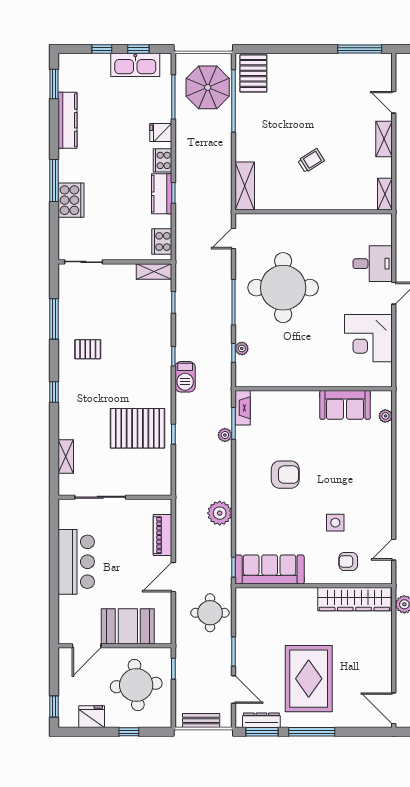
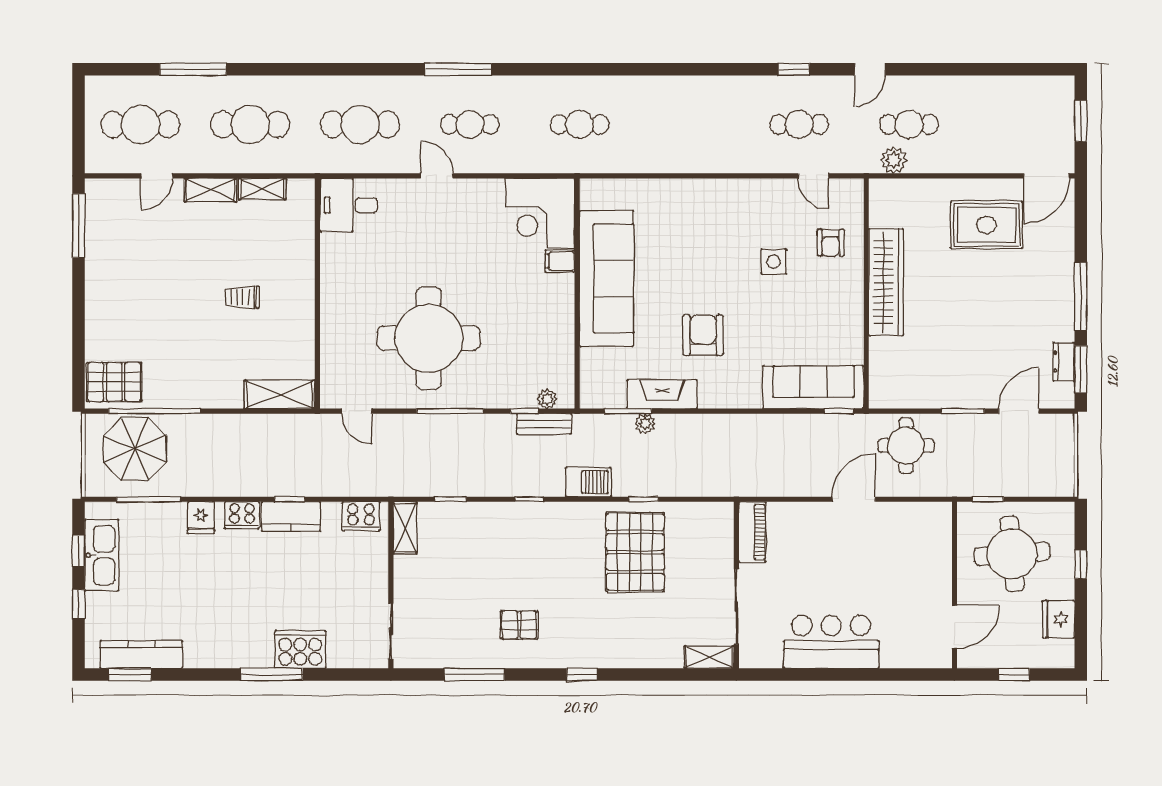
kitchen counter: (68, 120) -> (141, 655), moved
trolley: (311, 161) -> (242, 297), turned -58
shelving: (385, 194) -> (262, 189), moved
desk: (373, 264) -> (348, 205), moved, turned -90
corner desk: (368, 338) -> (540, 213), moved, turned 90
plant: (242, 348) -> (547, 399), moved
pallet: (88, 349) -> (519, 625), turned 90
barbecue: (185, 377) -> (588, 482), moved
filing cabinet: (336, 377) -> (560, 261), added
sofa: (345, 405) -> (607, 279), width x1.85, depth x1.27
fireplace: (243, 408) -> (662, 394), moved, width x1.37, depth x1.32
plant: (385, 416) -> (617, 188), removed
shelving: (66, 456) -> (709, 657), moved
plant: (220, 513) -> (760, 431), removed
piano: (162, 535) -> (752, 532), moved, turned -90
sofa: (270, 569) -> (813, 387), moved, turned 90
door: (173, 577) -> (854, 499), swing flipped
wardrobe: (354, 599) -> (886, 282), moved
booth: (128, 626) -> (926, 566), removed
door: (87, 646) -> (954, 627), hinge flipped
rug: (309, 679) -> (987, 225), moved, width x0.73, depth x0.69
window: (54, 707) -> (1014, 674), moved
dresser: (261, 720) -> (1064, 362), width x0.70
bench: (201, 721) -> (544, 424), moved, turned 90

